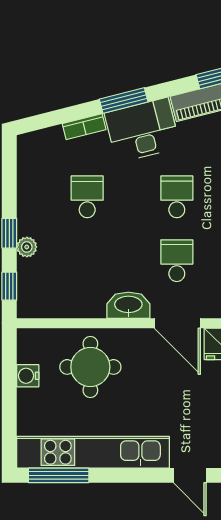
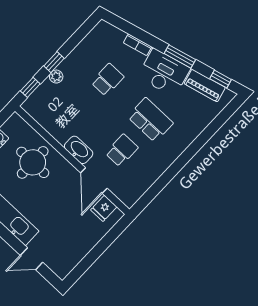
window: (124, 101) -> (180, 56), moved
school desk: (177, 197) -> (150, 120), width x1.85
door: (190, 475) -> (32, 259), hinge flipped

